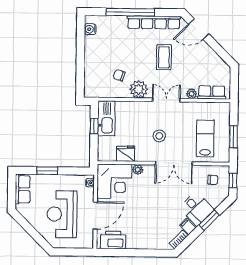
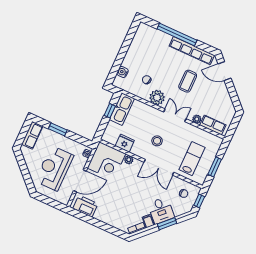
water cooler: (90, 29) -> (123, 72), moved

